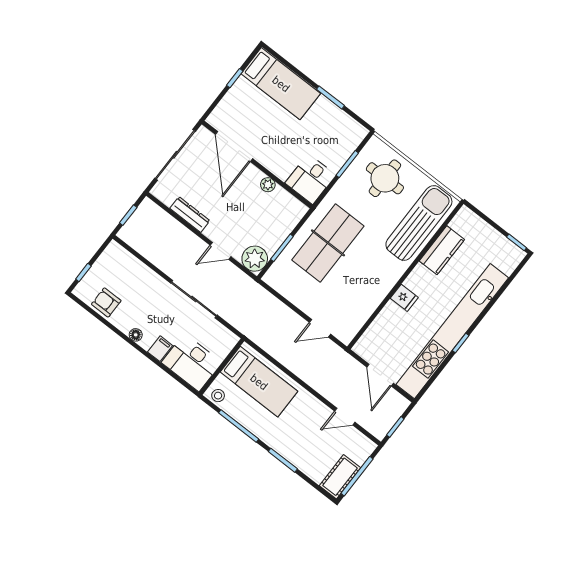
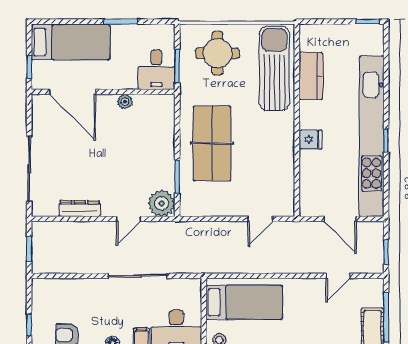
door: (234, 146) -> (73, 92), moved
wall: (257, 165) -> (103, 92), moved
desk: (310, 179) -> (156, 70), moved
plant: (268, 185) -> (125, 102), moved

